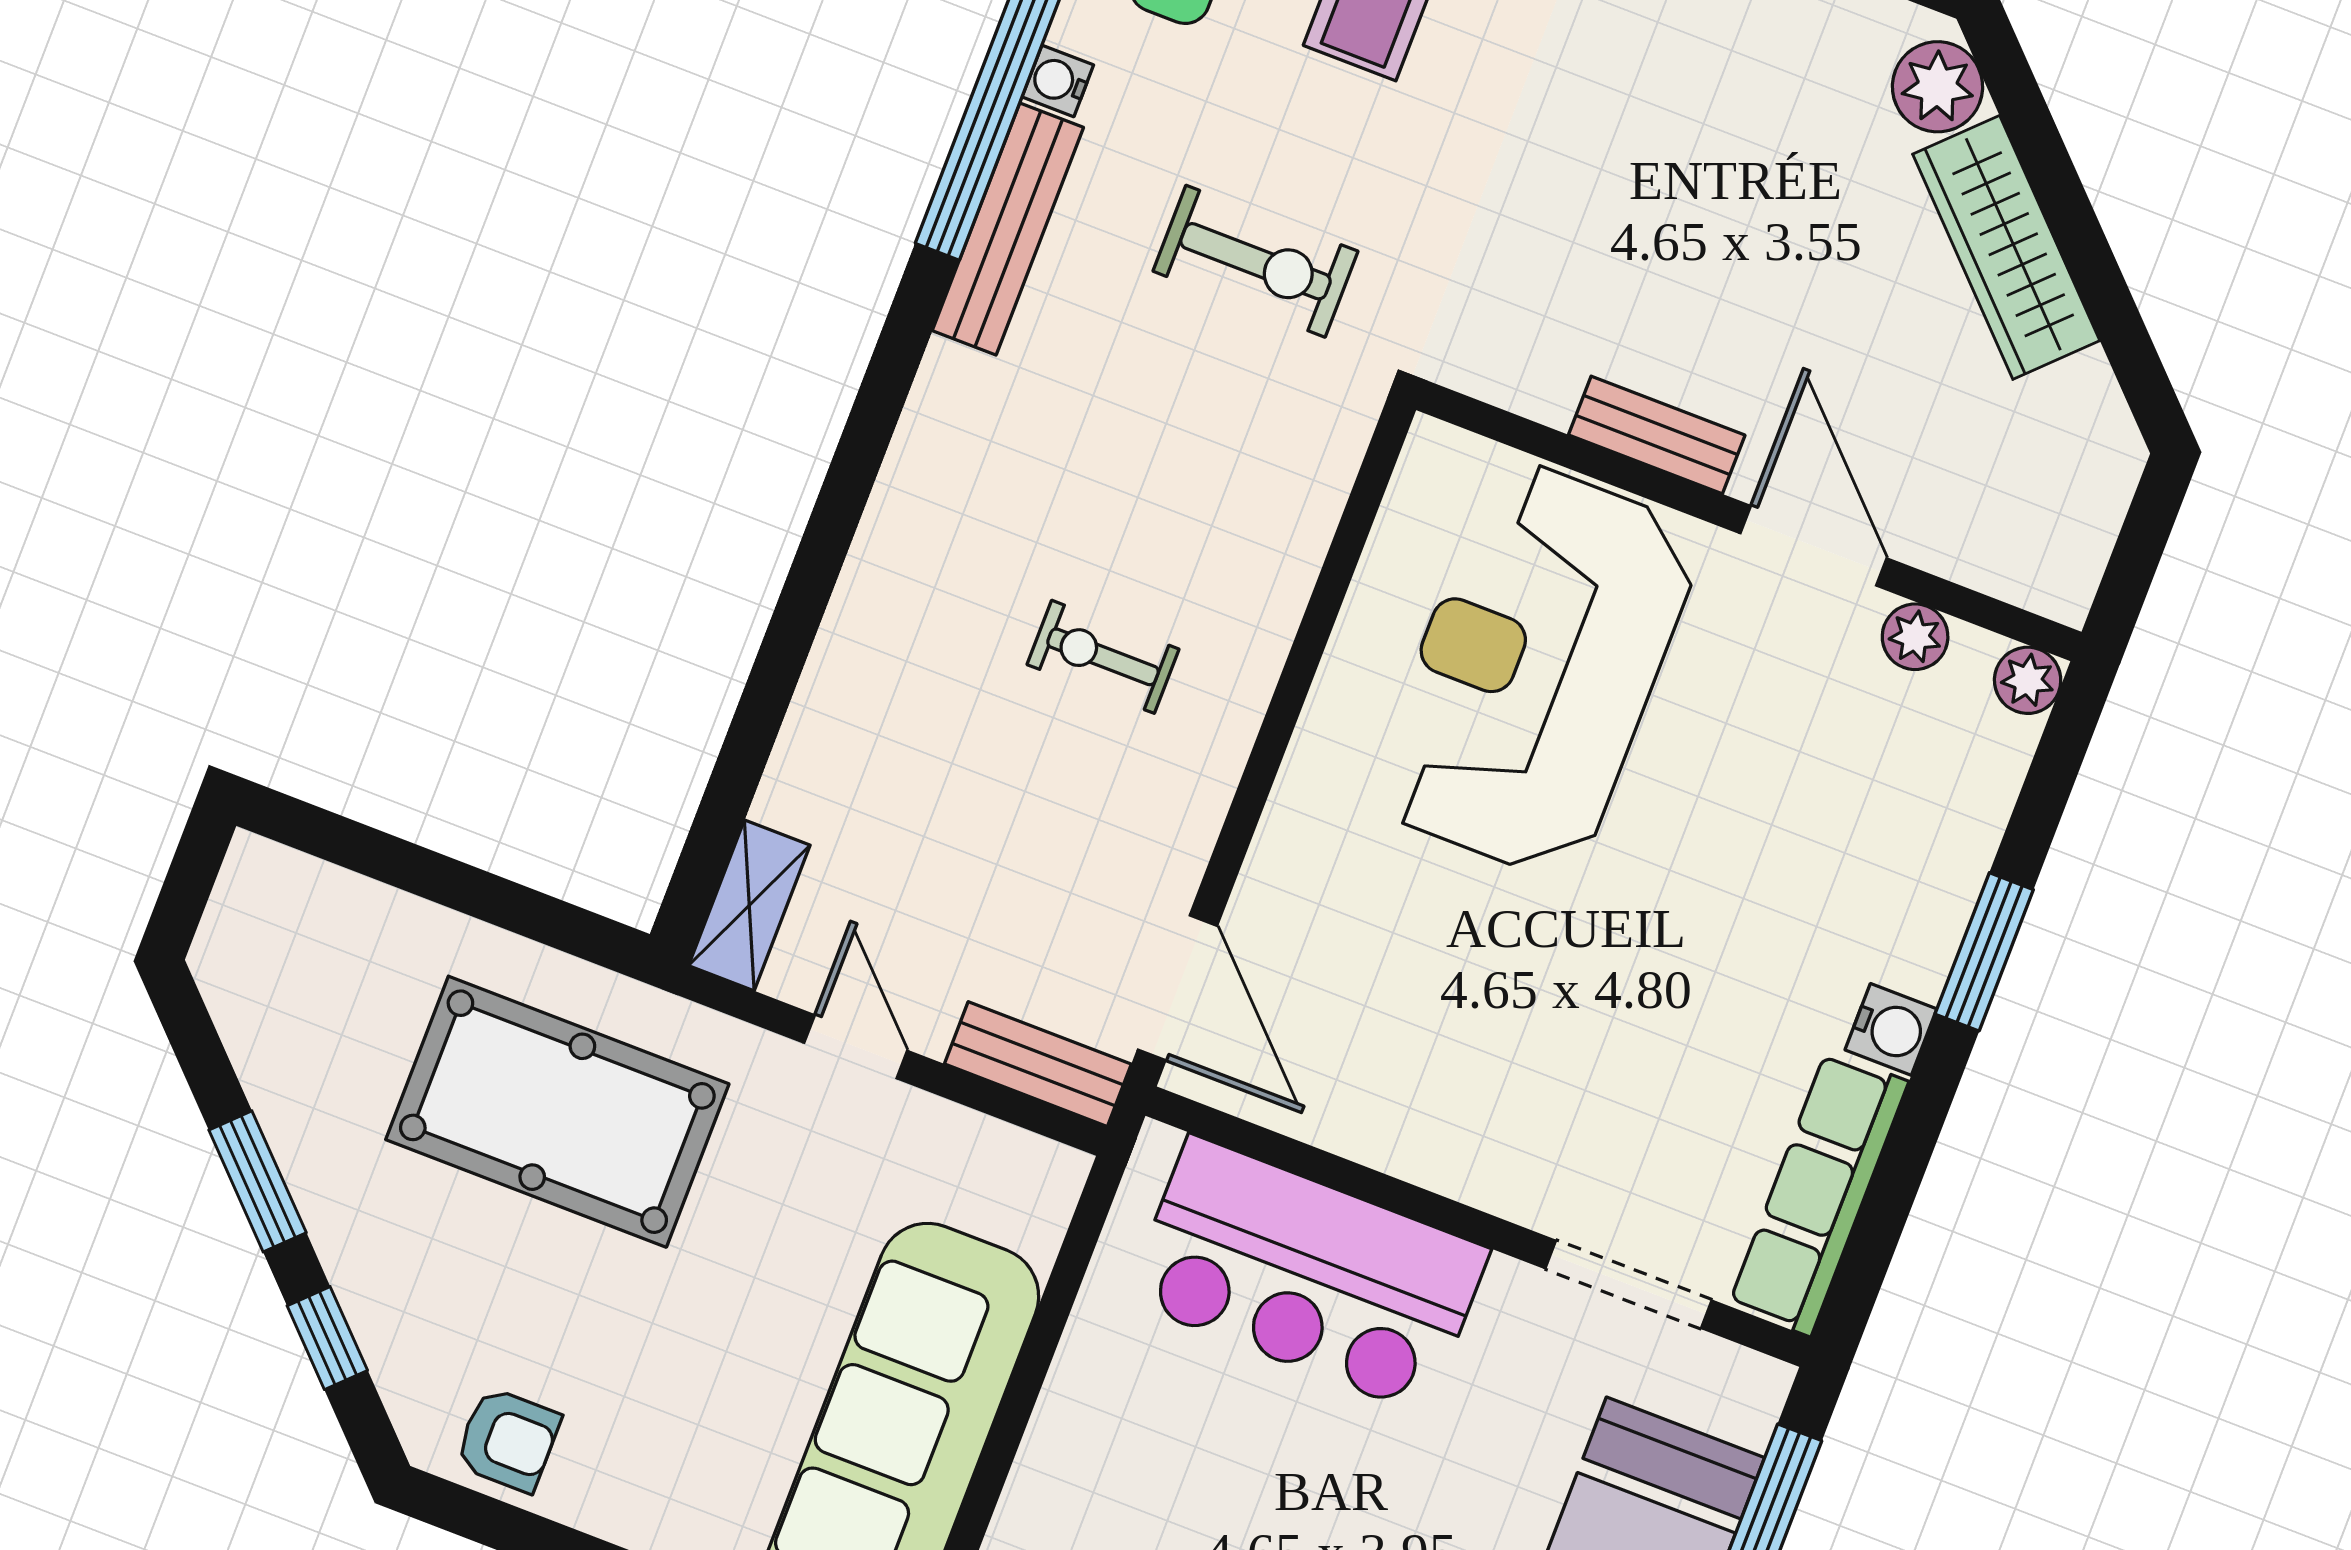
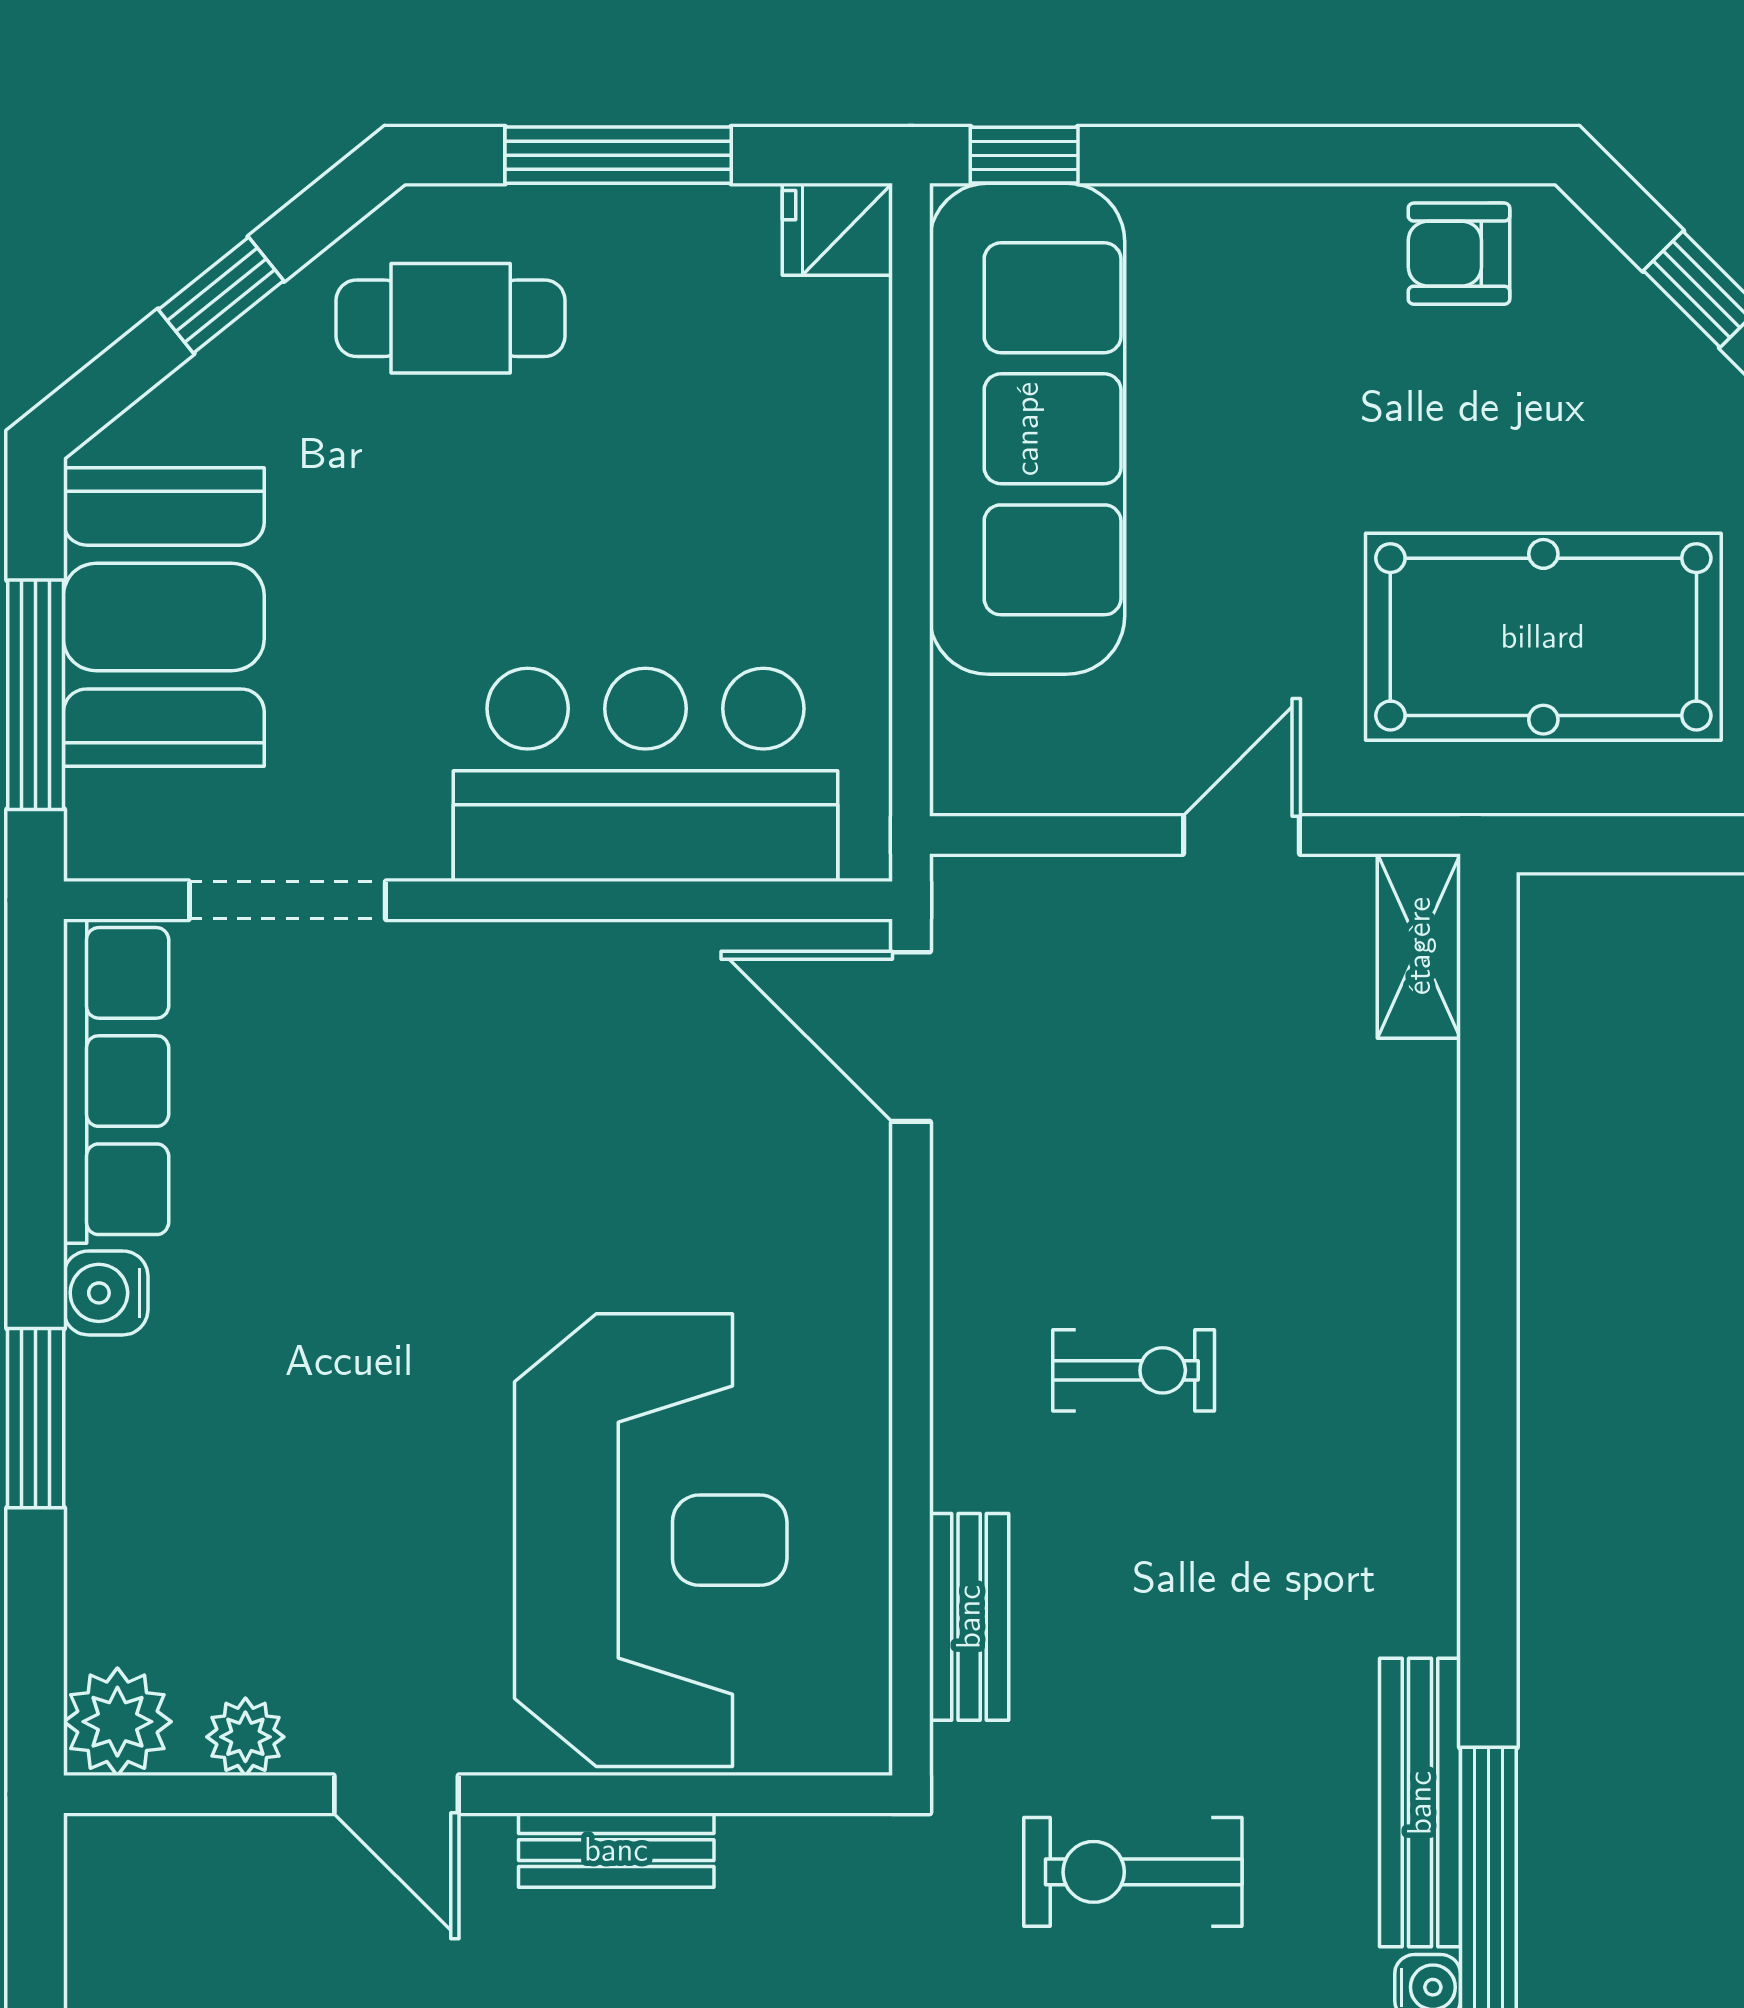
door: (1814, 546) -> (396, 1794), width x0.73
plant: (2028, 680) -> (117, 1722), width x1.38, depth x1.38
door: (856, 1047) -> (1242, 835), swing flipped
bench: (1038, 1064) -> (969, 1617), moved, turned 90

